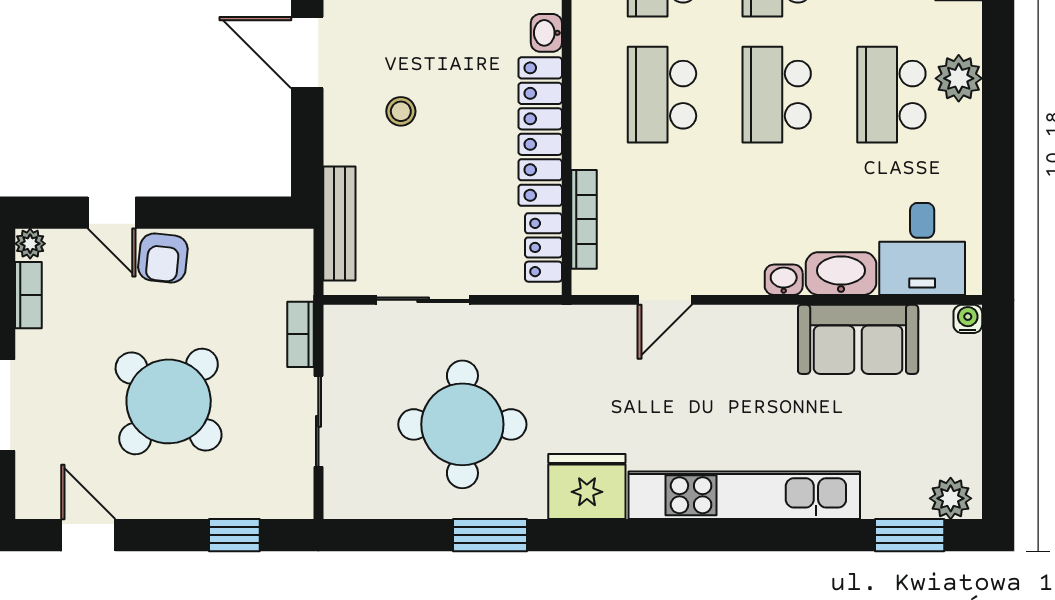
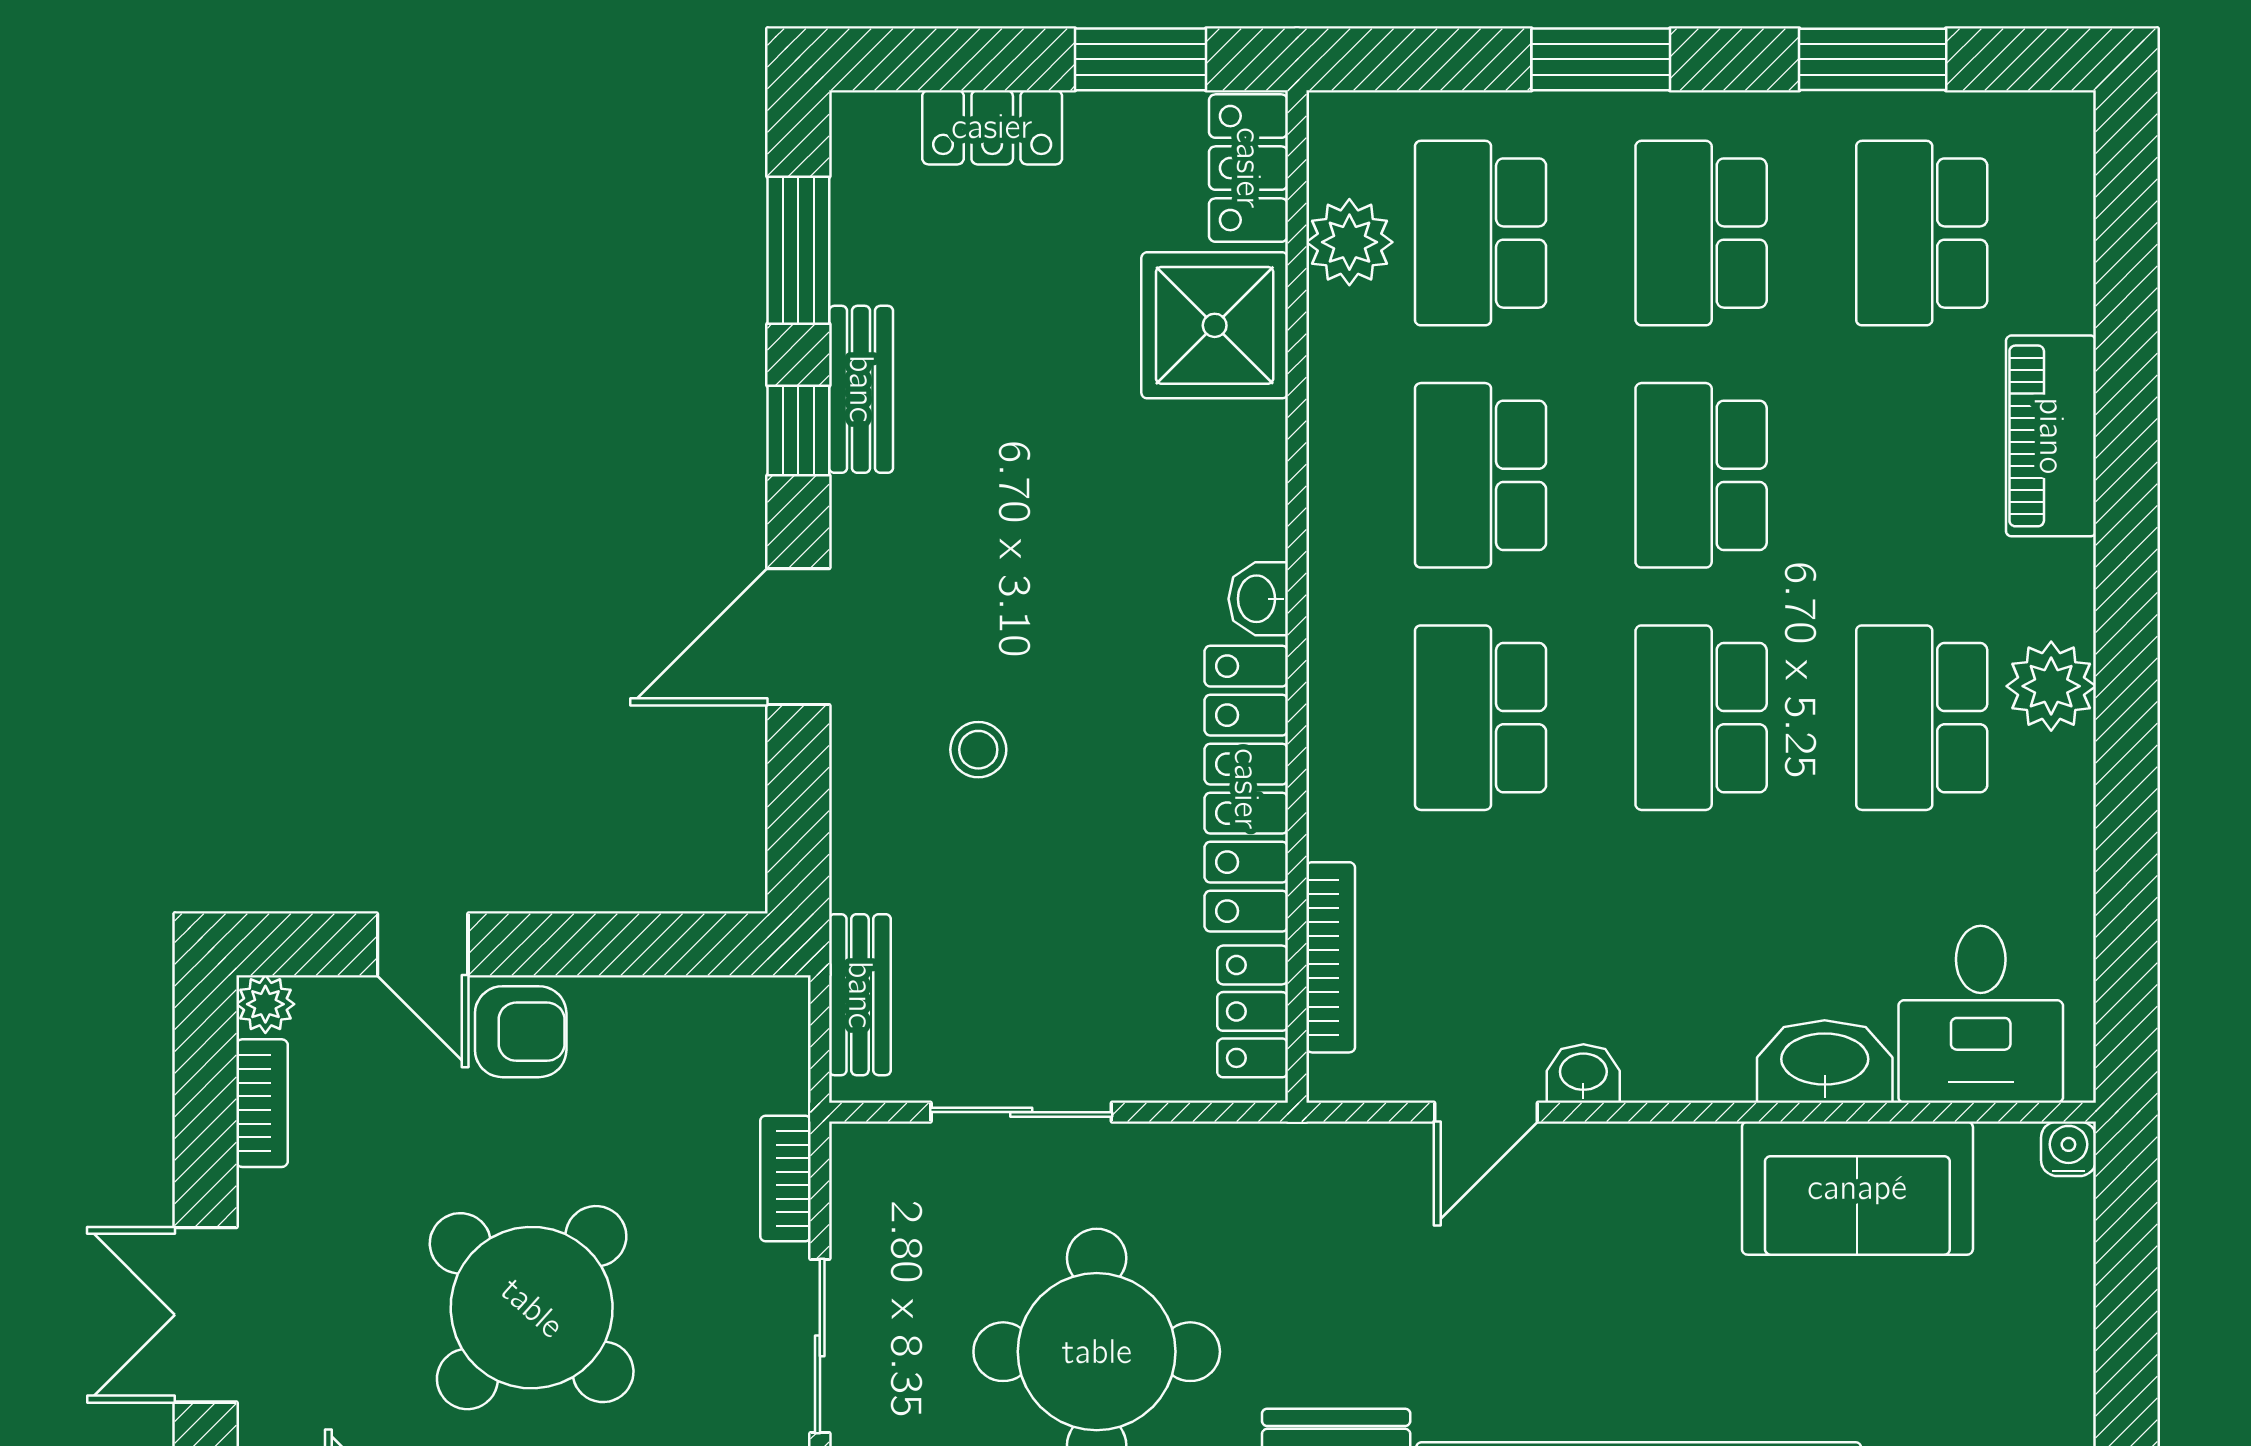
door: (307, 53) -> (798, 637), hinge flipped
bench: (339, 223) -> (860, 995), width x0.73
armchair: (163, 258) -> (521, 1032), turned -96
washbasin: (784, 280) -> (1583, 1073), moved

